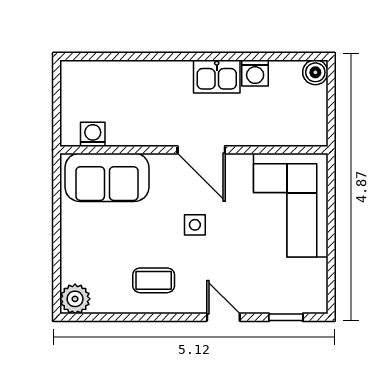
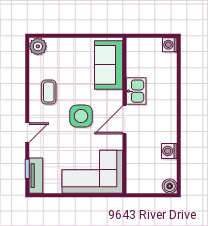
kitchen sink: (217, 77) -> (136, 91), moved, turned 180
washing machine: (93, 134) -> (170, 45), moved, turned 180
side table: (195, 225) -> (81, 116), width x1.87, depth x1.87
tv unit: (297, 302) -> (36, 176), added

